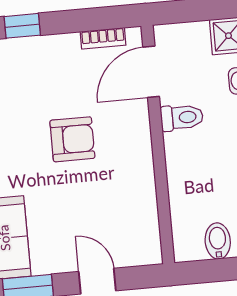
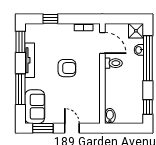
door: (151, 72) -> (102, 43), swing flipped
bidet: (218, 241) -> (110, 116), moved

